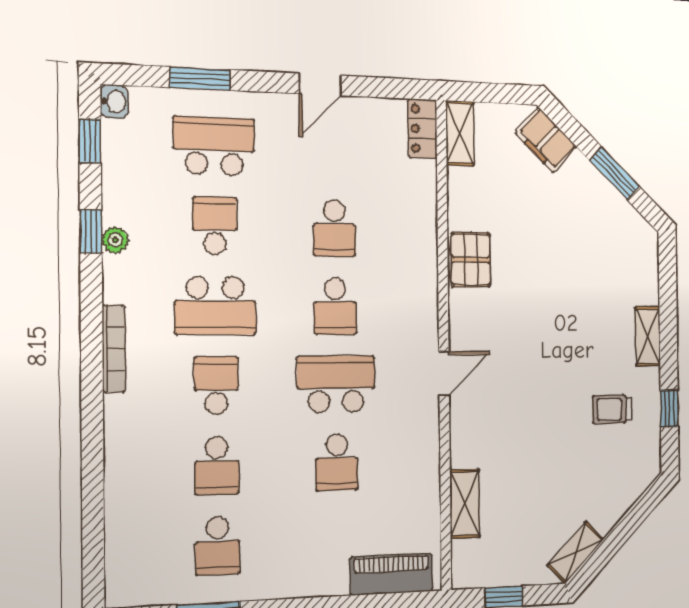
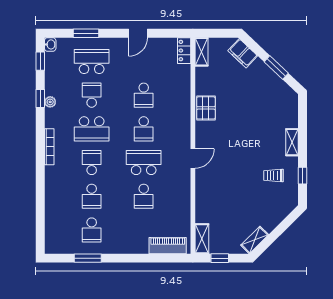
shelving: (465, 504) -> (202, 239), moved

